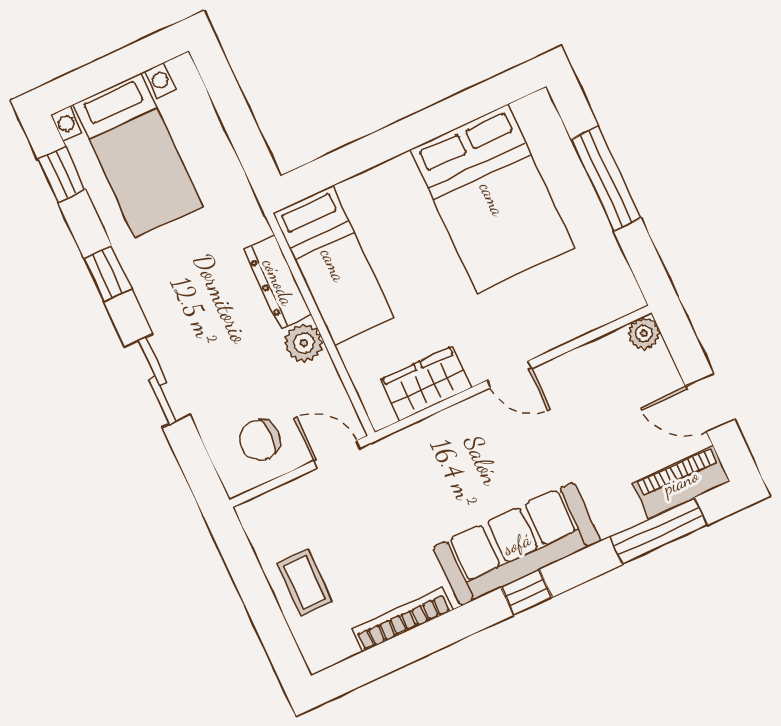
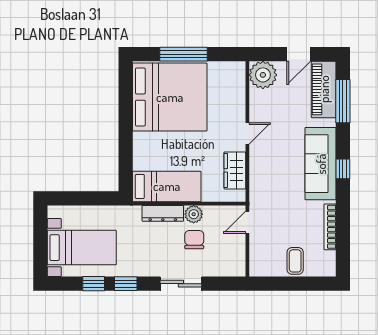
window: (62, 174) -> (94, 284), moved
bed: (492, 199) -> (170, 97), width x1.36
plant: (644, 333) -> (263, 75), width x1.88, depth x1.88
chair: (260, 440) -> (194, 240), moved, turned 180
piano: (681, 482) -> (324, 89), width x1.37, depth x1.33
coffee table: (305, 582) -> (295, 261), turned 90

